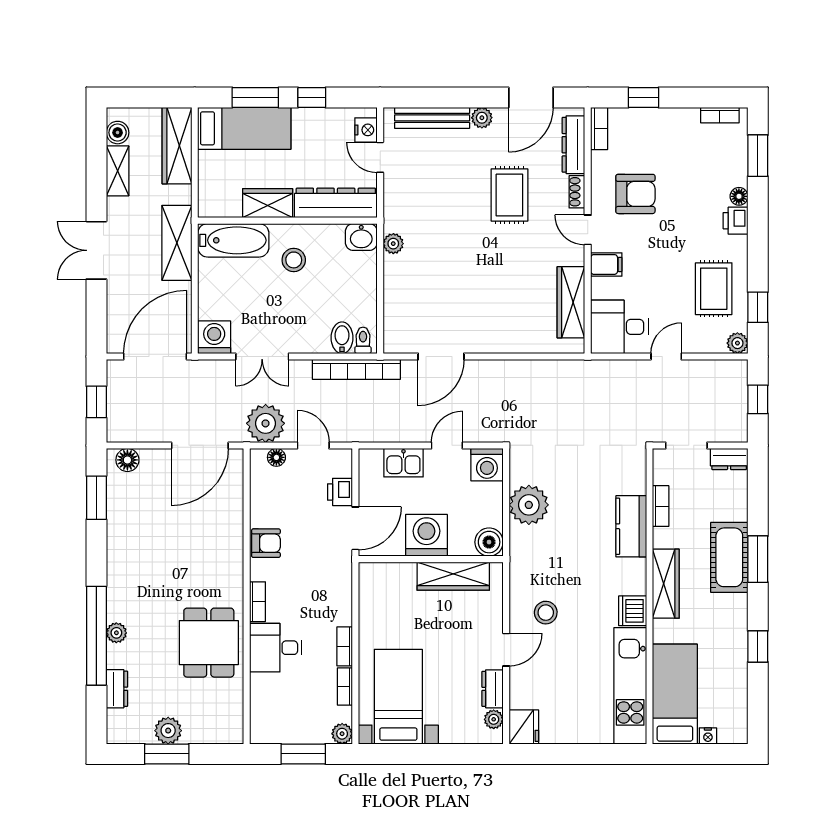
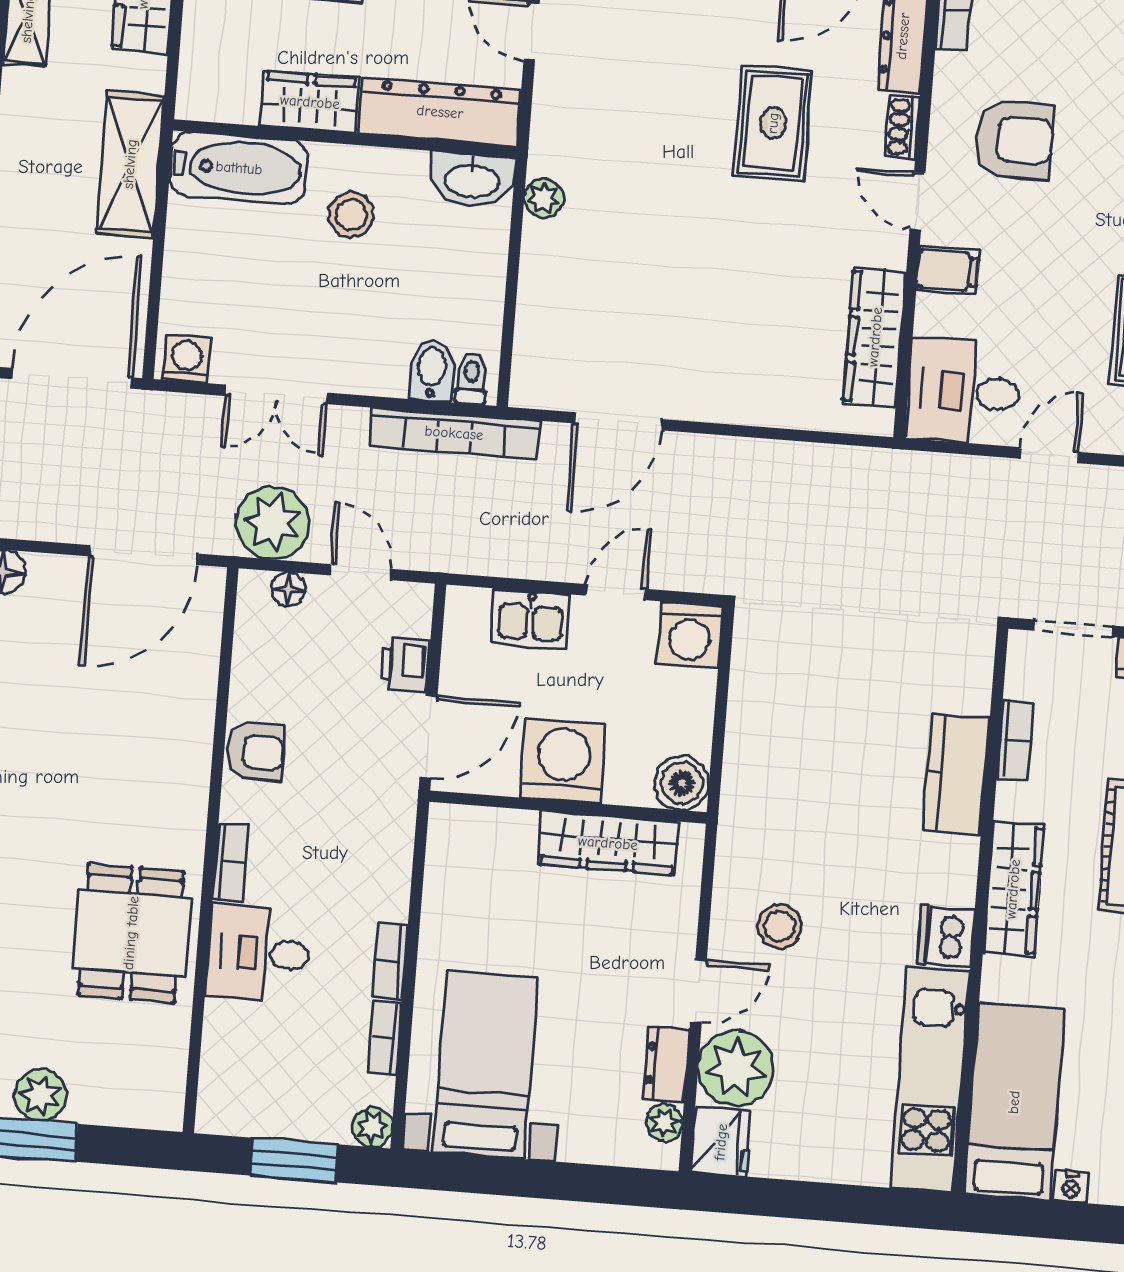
washbasin: (361, 237) -> (472, 180), width x1.38
washing machine: (214, 337) -> (187, 359), width x0.73, depth x0.73
plant: (529, 505) -> (736, 1068), moved

